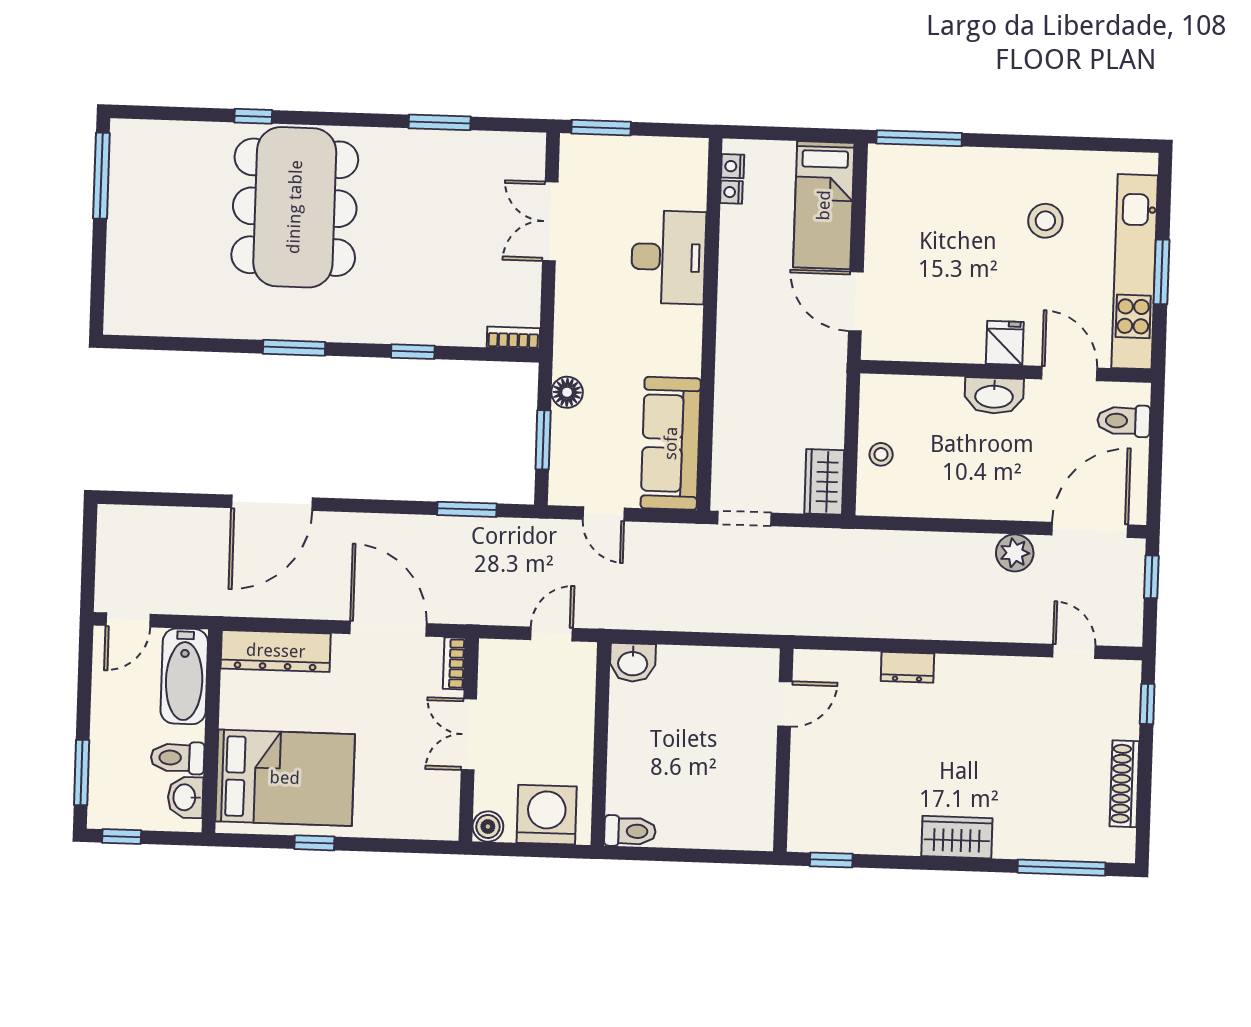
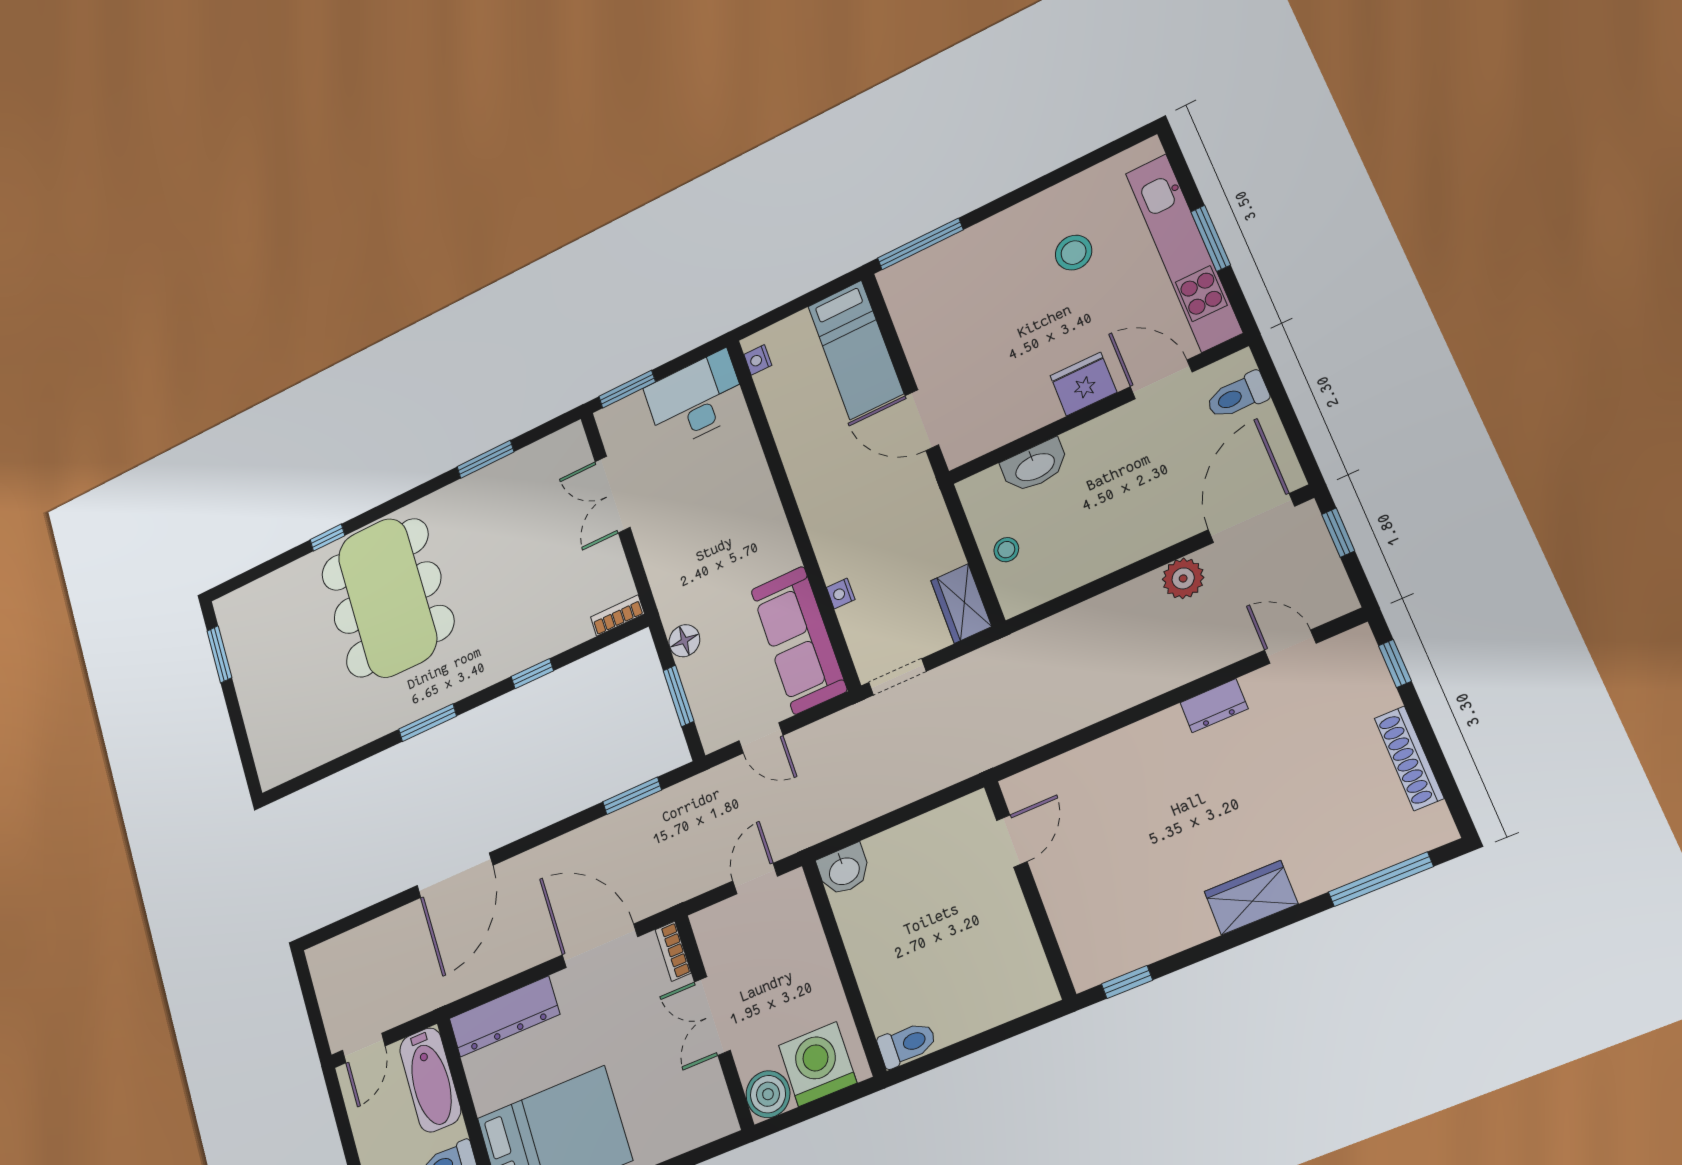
window: (101, 176) -> (219, 654), width x0.69
nightstand: (731, 192) -> (841, 593), moved
desk: (668, 257) -> (696, 400), moved, turned -90
fridge: (1005, 343) -> (1083, 384), width x1.38
washbasin: (994, 396) -> (1035, 466), moved
dresser: (907, 667) -> (1214, 706), moved
boiler: (488, 827) -> (768, 1094), width x1.36, depth x1.36

